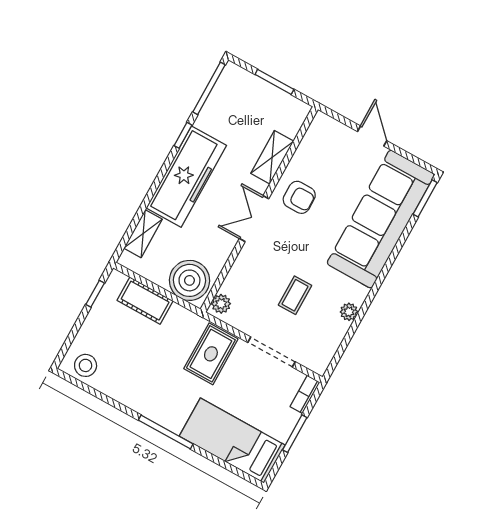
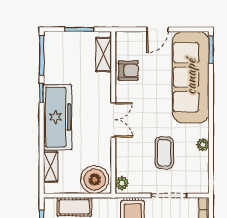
door: (372, 136) -> (157, 29), swing flipped
shelving: (272, 157) -> (104, 55), moved
armchair: (299, 197) -> (128, 71), moved
double door: (254, 219) -> (113, 120), swing flipped
coffee table: (295, 295) -> (164, 153), width x1.36, depth x1.30

